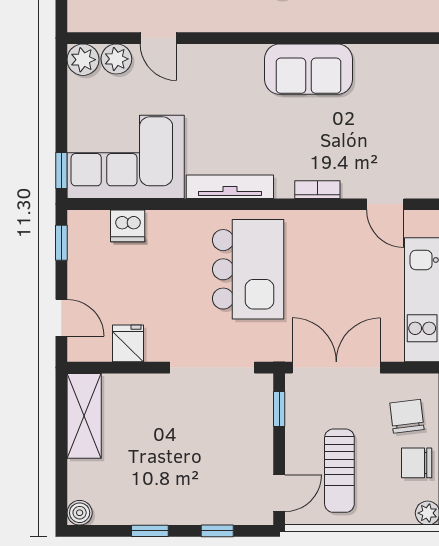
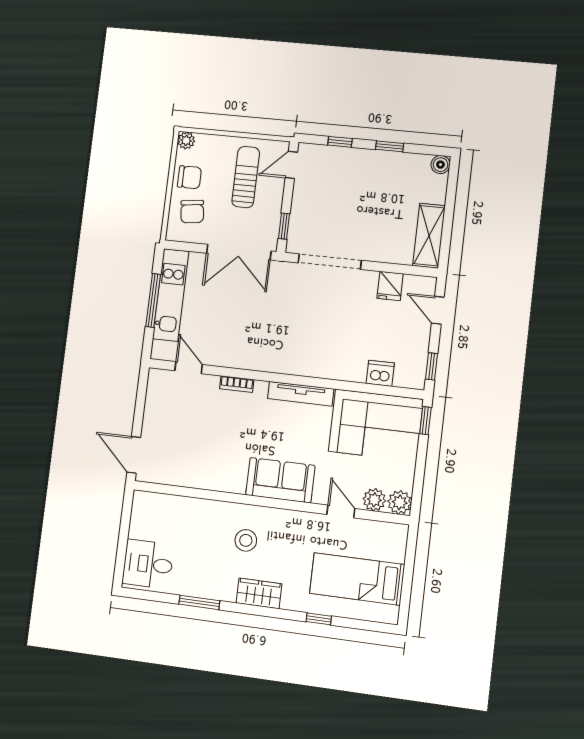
sofa: (309, 69) -> (280, 480), moved
kitchen island: (248, 269) -> (295, 331), removed

